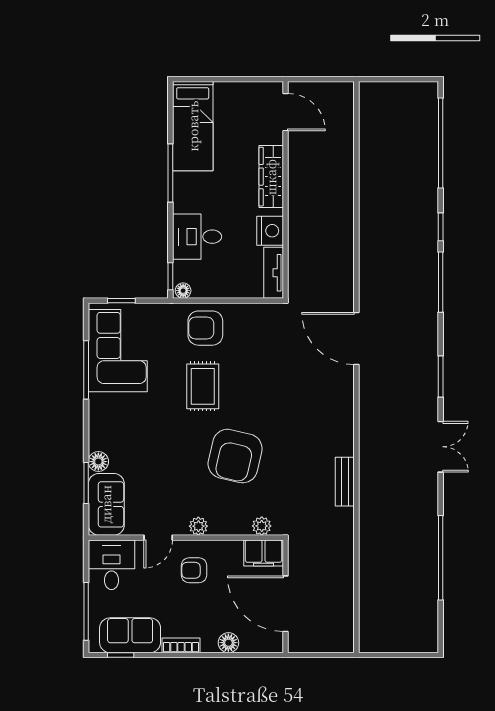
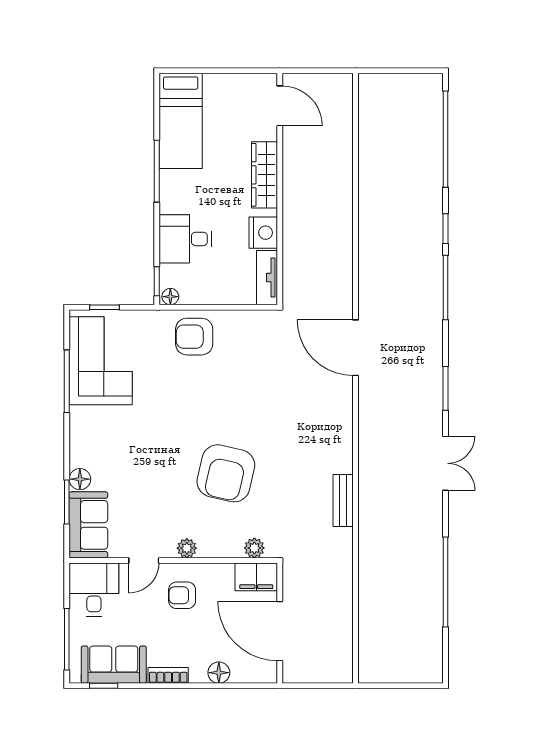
rug: (203, 386) -> (191, 399), removed

